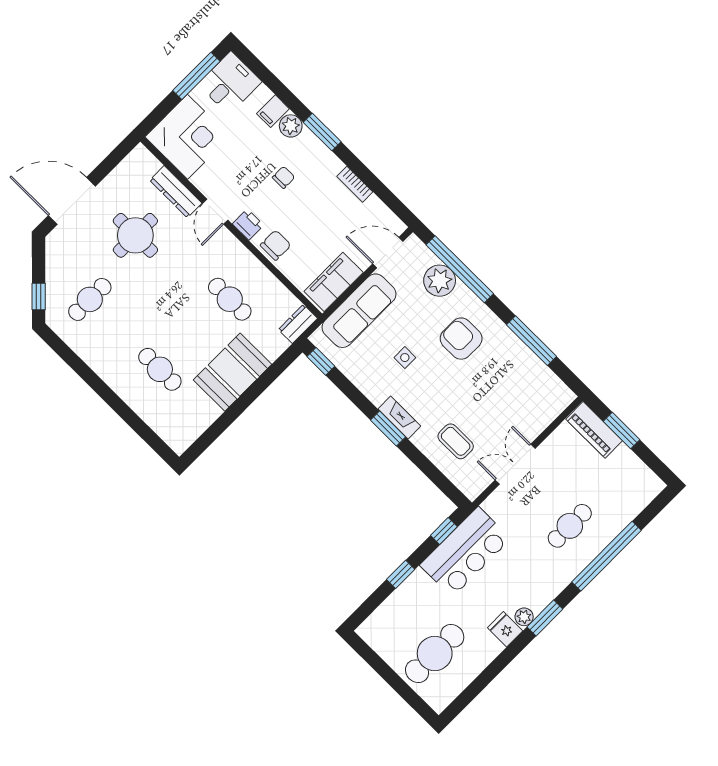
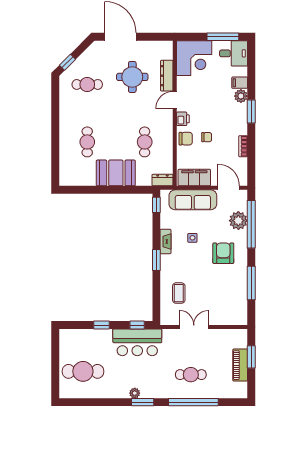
chair: (284, 177) -> (207, 137), moved
fireplace: (399, 418) -> (165, 242), moved
piano: (594, 430) -> (240, 365), moved
fridge: (505, 629) -> (122, 390), removed

